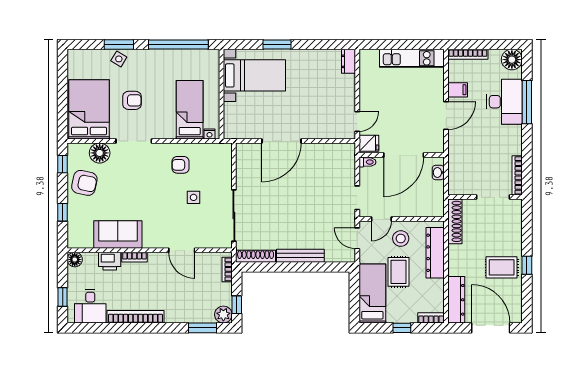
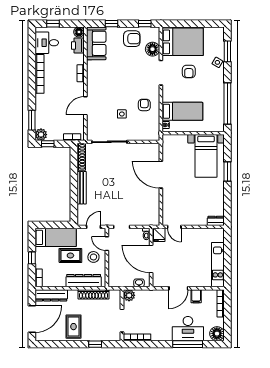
window: (119, 45) -> (227, 51), moved
door: (446, 115) -> (178, 288), hinge flipped
armchair: (84, 183) -> (132, 39), turned -102
plant: (456, 187) -> (129, 295), added
shoe rack: (455, 221) -> (94, 294), moved
sofa: (118, 234) -> (96, 43), moved
printer: (110, 261) -> (78, 46), moved
window: (527, 265) -> (95, 344), moved

